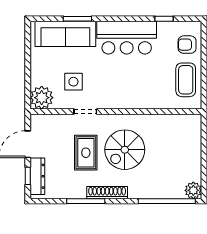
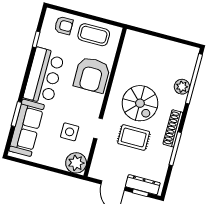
armchair: (187, 45) -> (64, 25), turned -90
armchair: (142, 89) -> (92, 75), added
plant: (193, 190) -> (182, 87), moved

